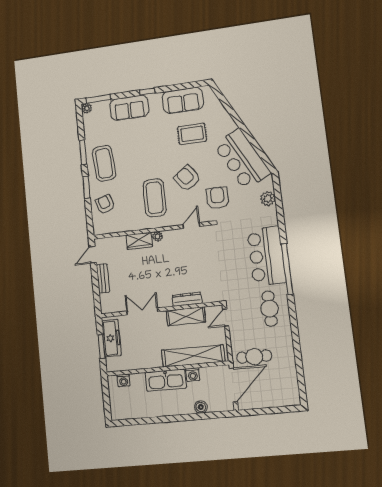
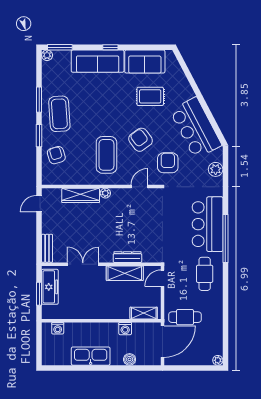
sofa: (129, 108) -> (98, 61), width x1.36
wardrobe: (139, 241) -> (81, 195), width x1.50
bench: (103, 278) -> (47, 248), moved
shelving: (193, 356) -> (144, 313), width x0.45, depth x0.75
kitchen sink: (166, 380) -> (91, 356), moved, turned 180
plant: (295, 400) -> (218, 360), added

